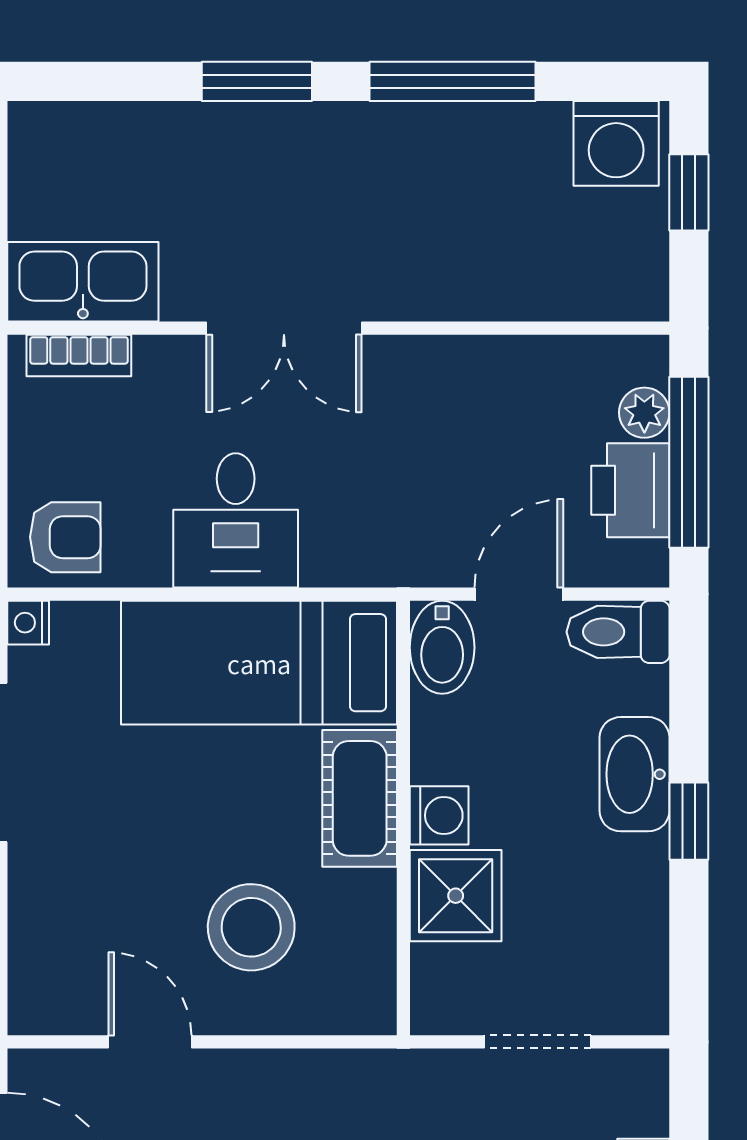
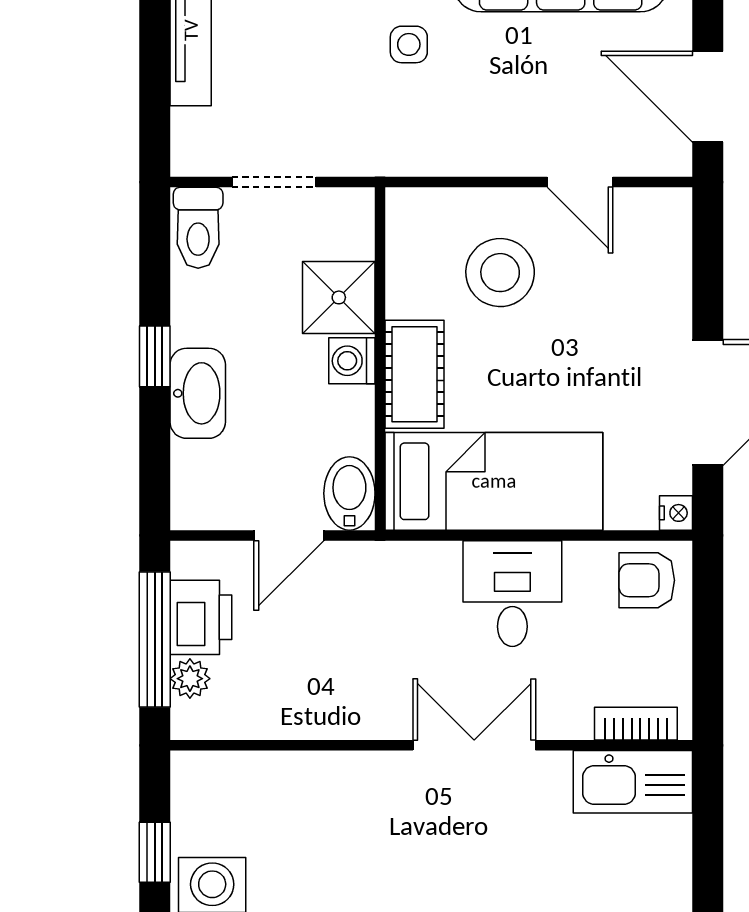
toilet: (618, 632) -> (198, 228), moved, turned 90

